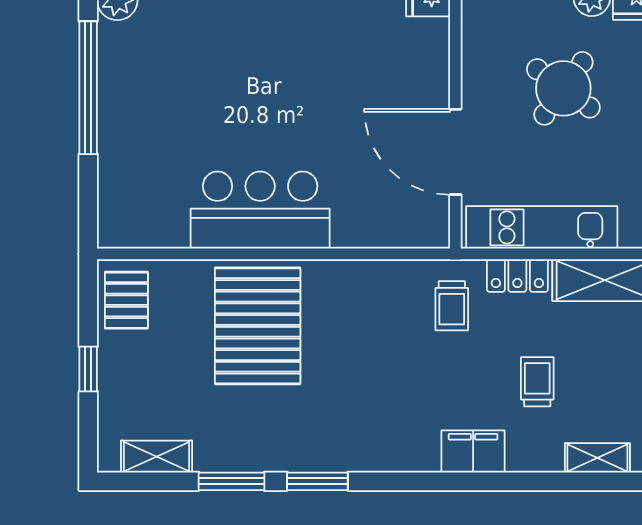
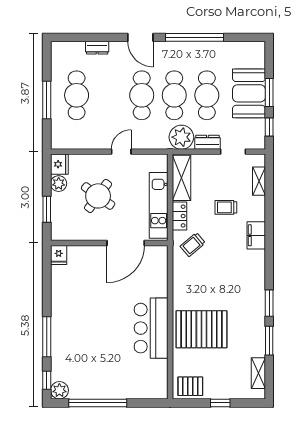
trolley: (452, 306) -> (193, 245), turned 140

